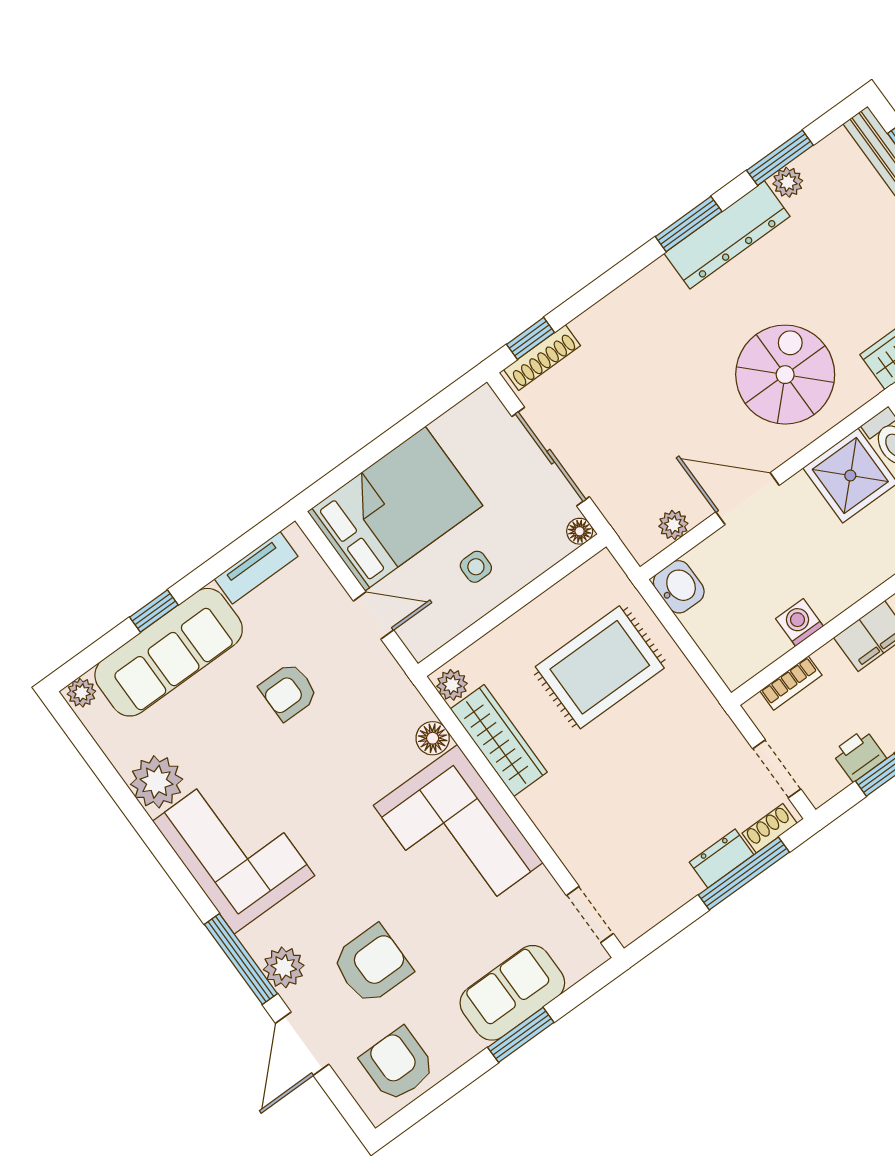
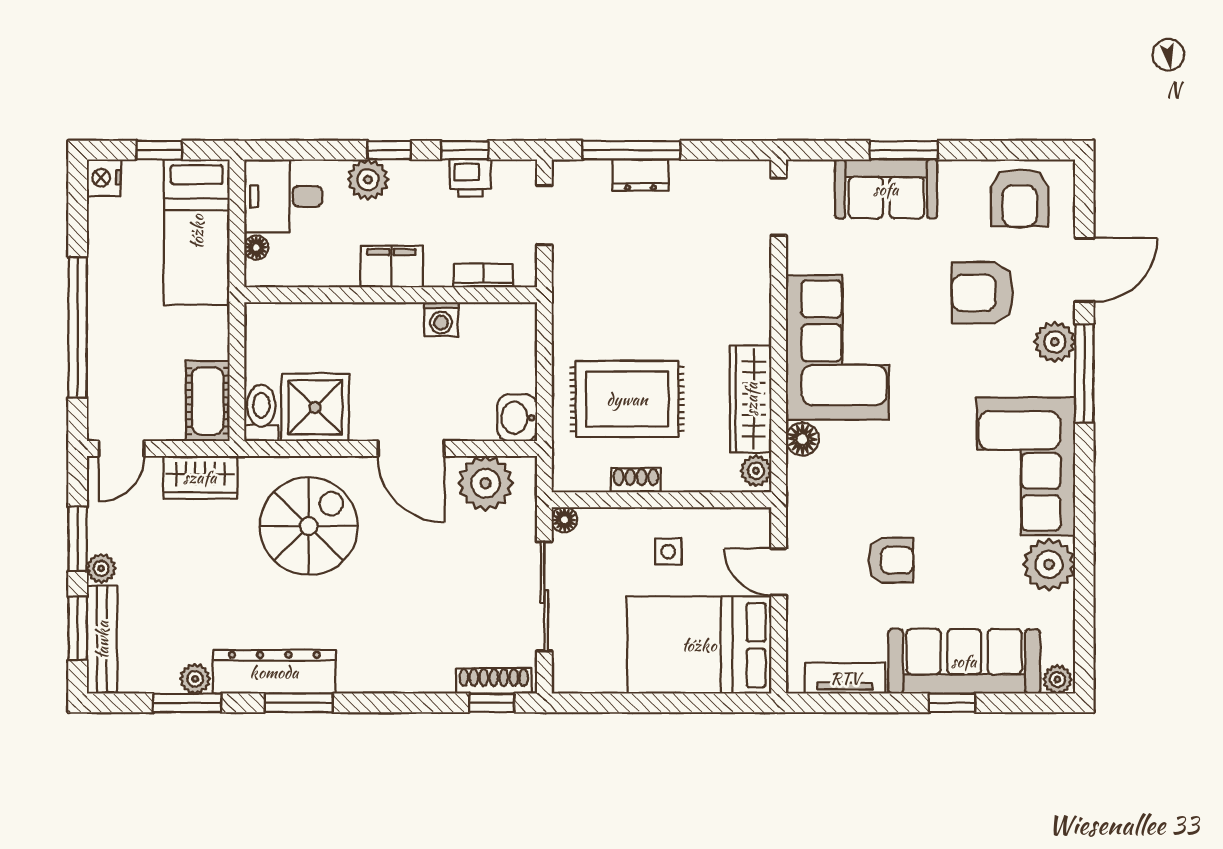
spiral stairs: (785, 375) -> (309, 526), turned 180
plant: (673, 525) -> (486, 483), width x1.87, depth x1.87
shoe rack: (770, 828) -> (636, 480), moved, turned 180

